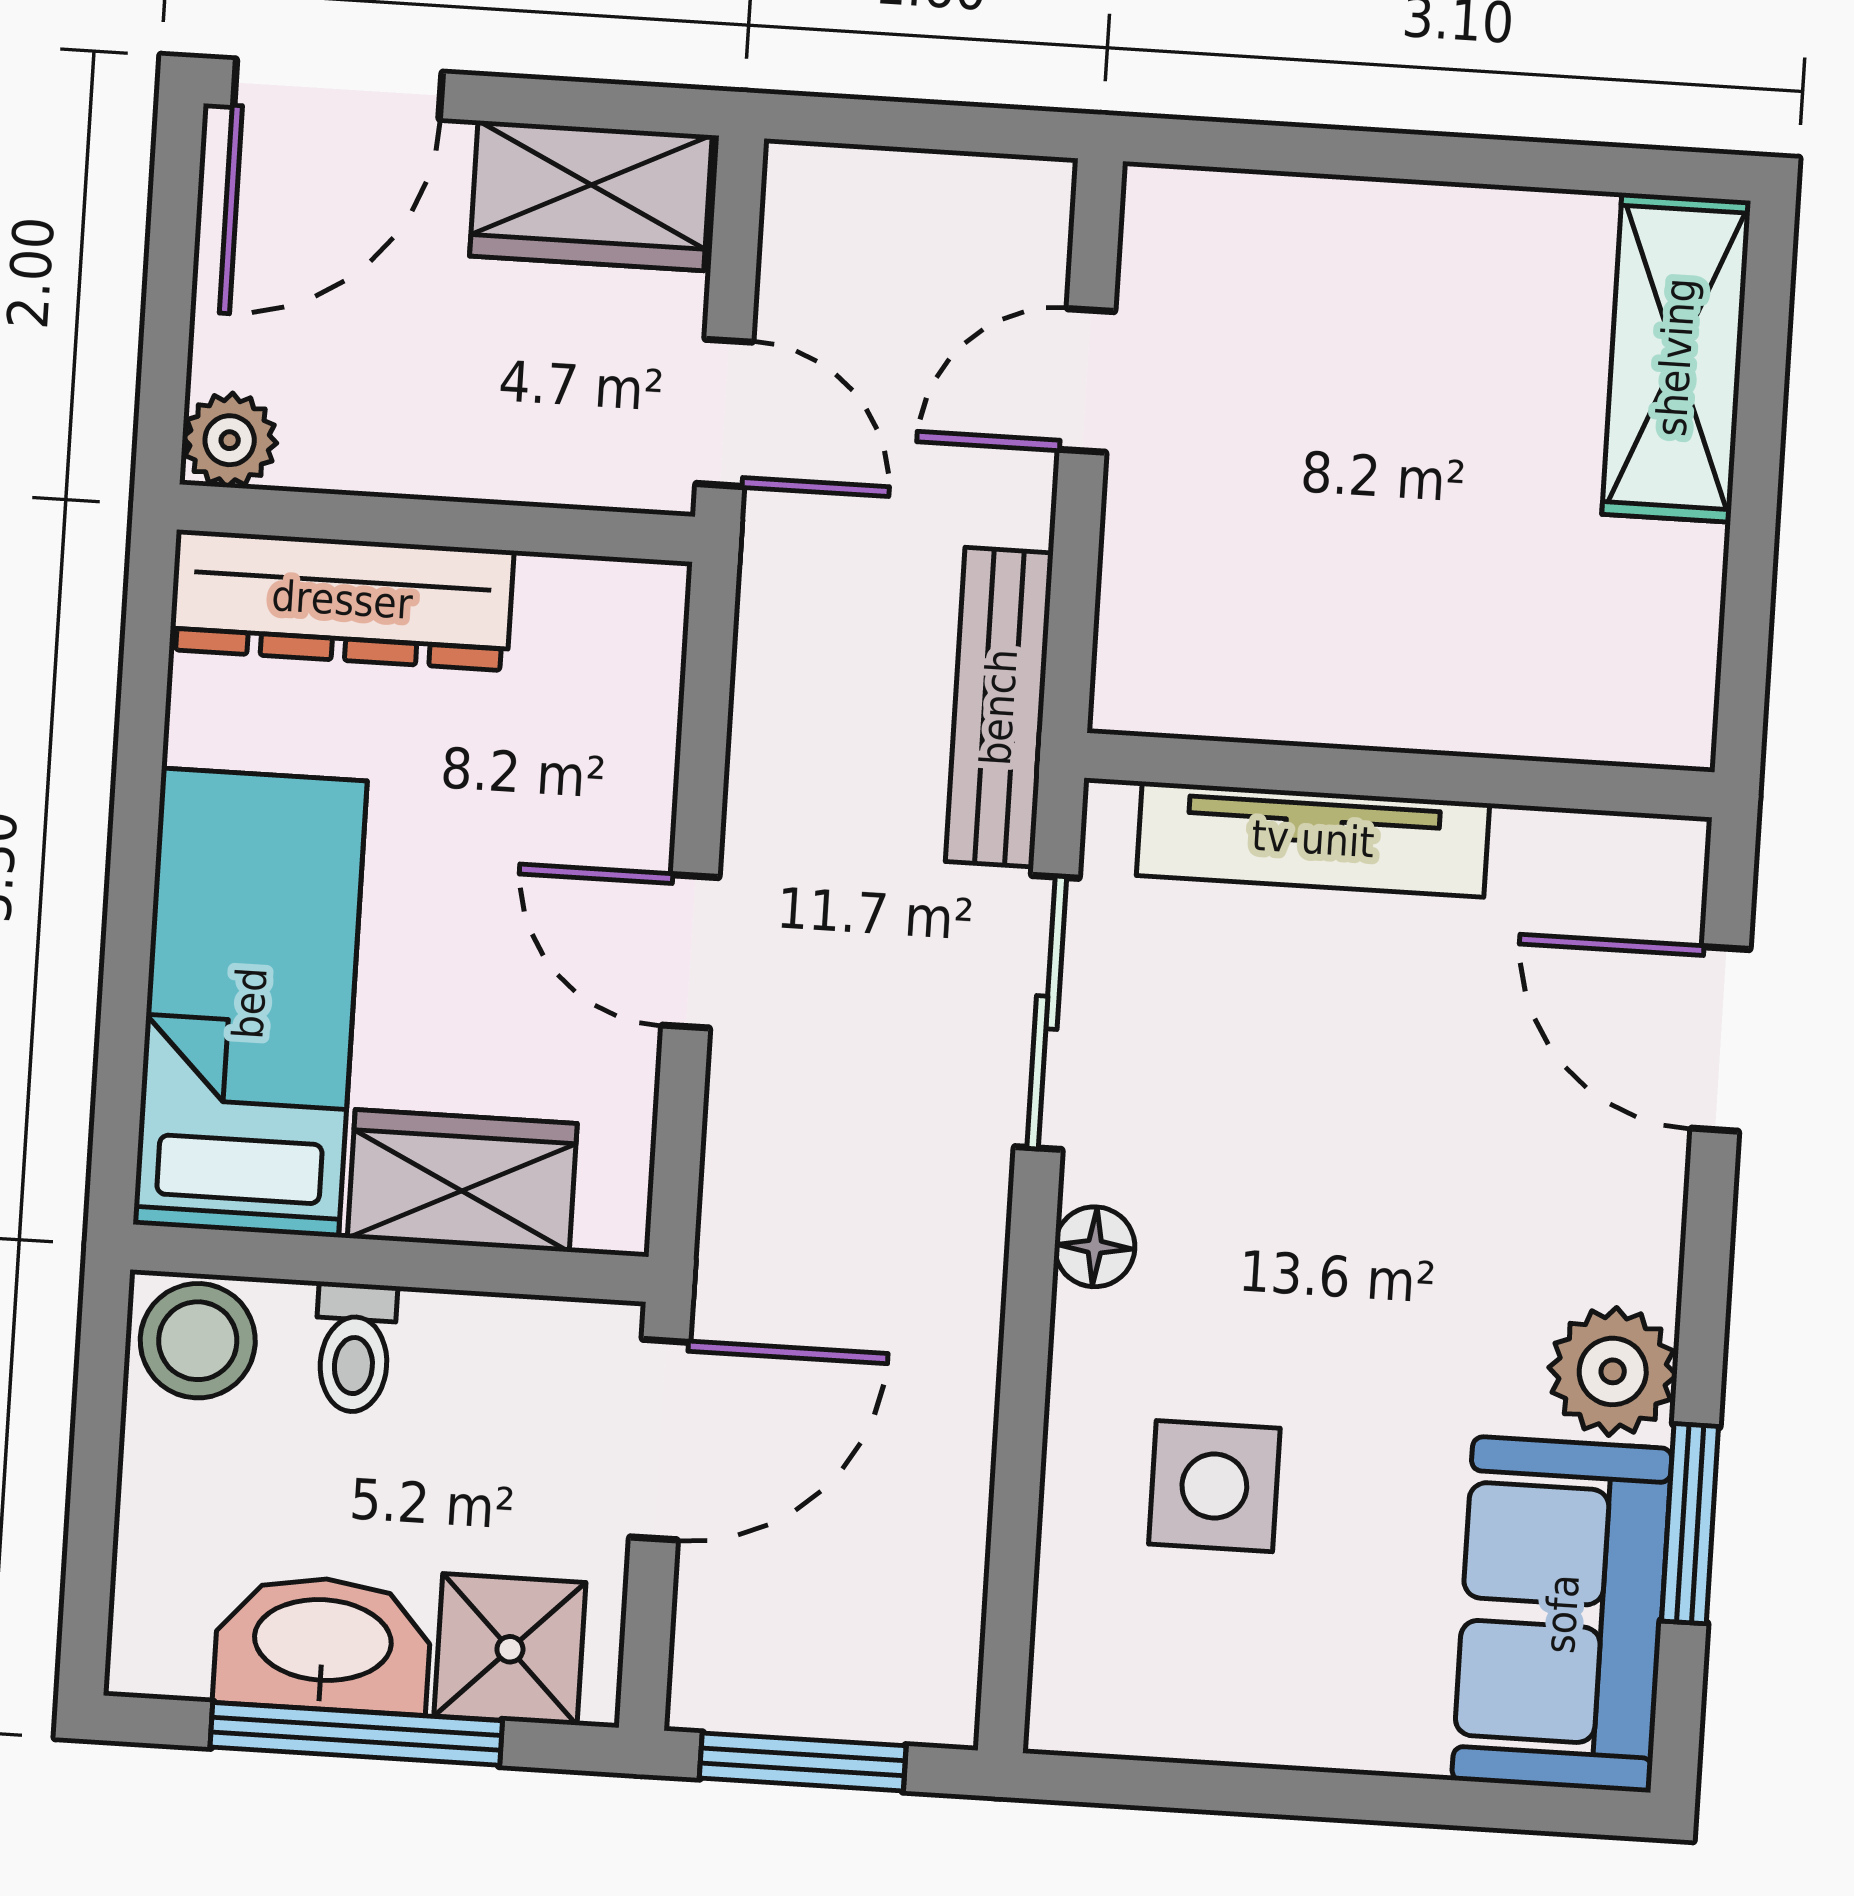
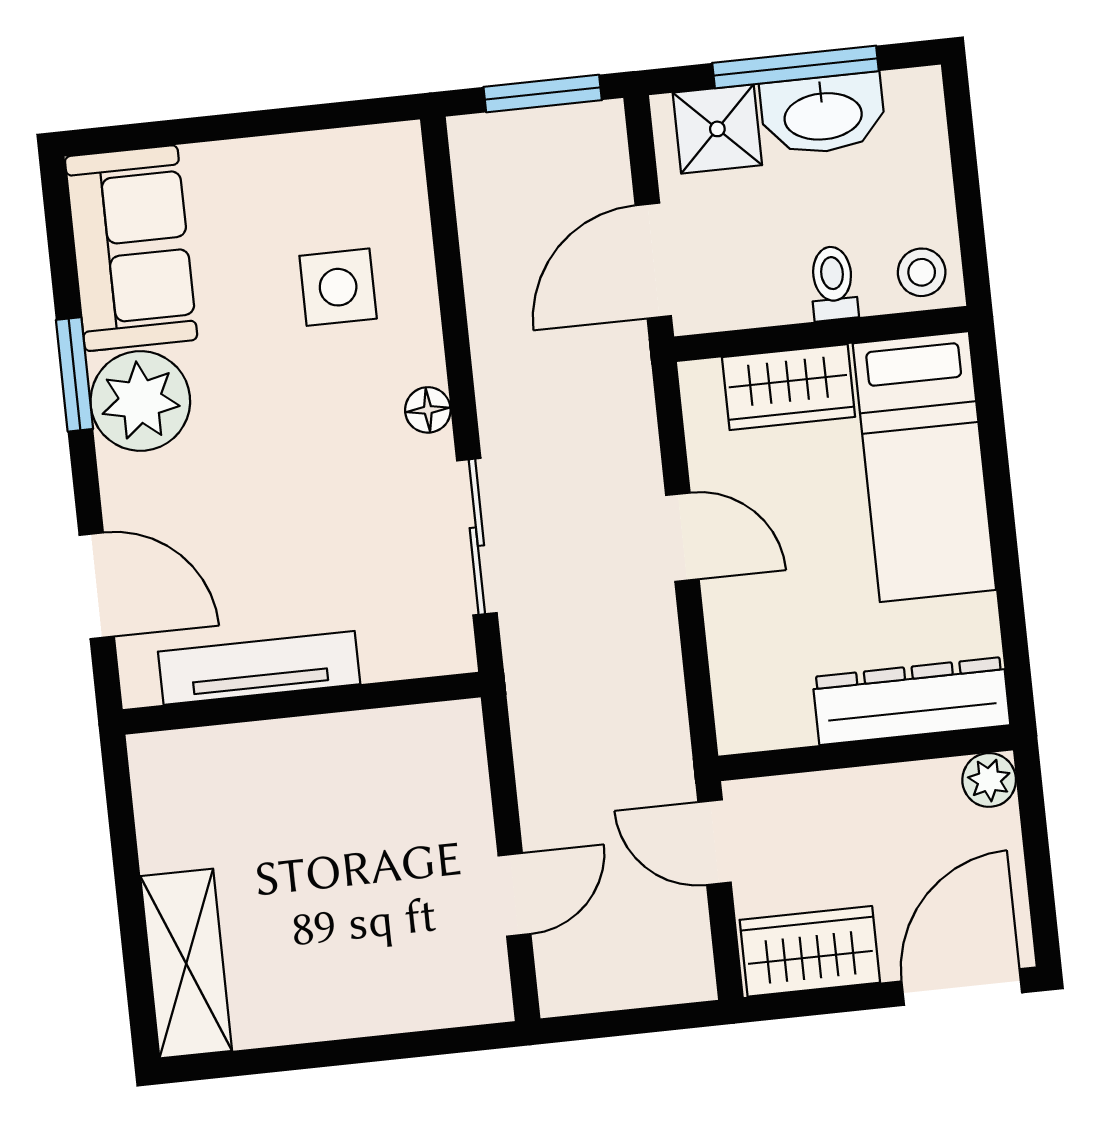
bench: (999, 707) -> (532, 703), removed
tv unit: (1313, 839) -> (259, 668), moved
stool: (198, 1341) -> (922, 272), width x0.73, depth x0.73
plant: (1613, 1371) -> (140, 401), width x1.36, depth x1.36
window: (1690, 1524) -> (75, 374), moved

